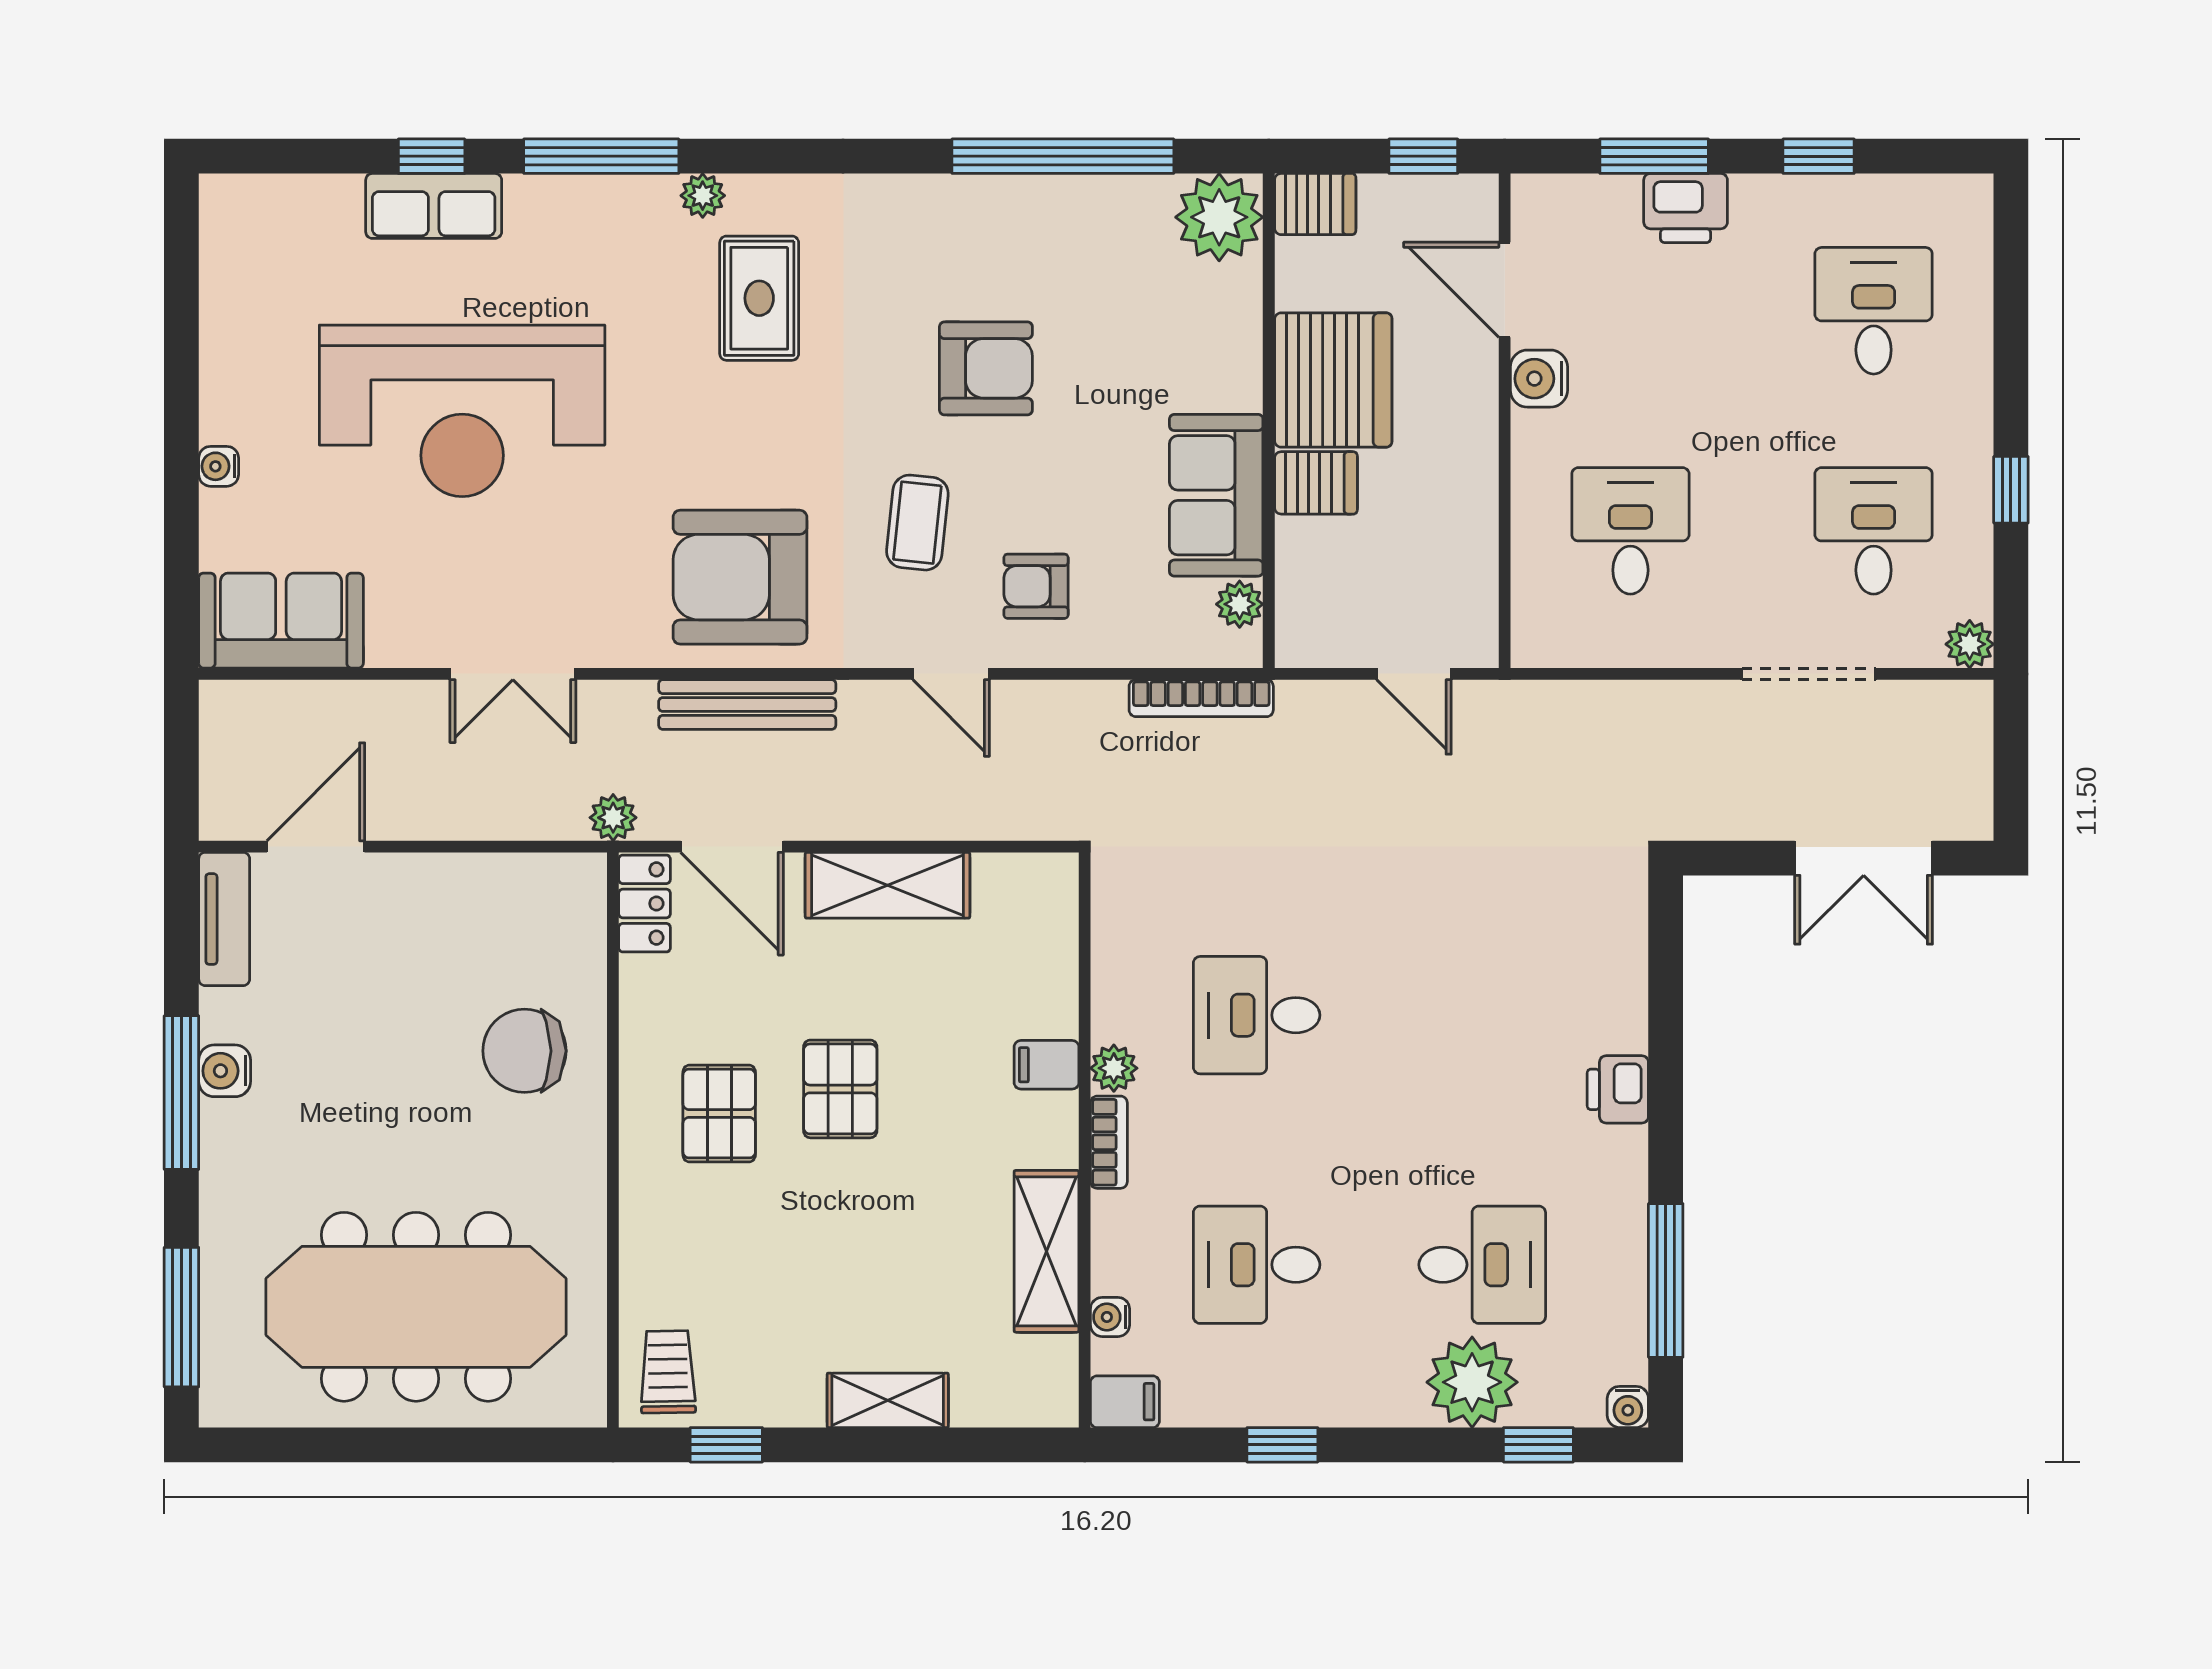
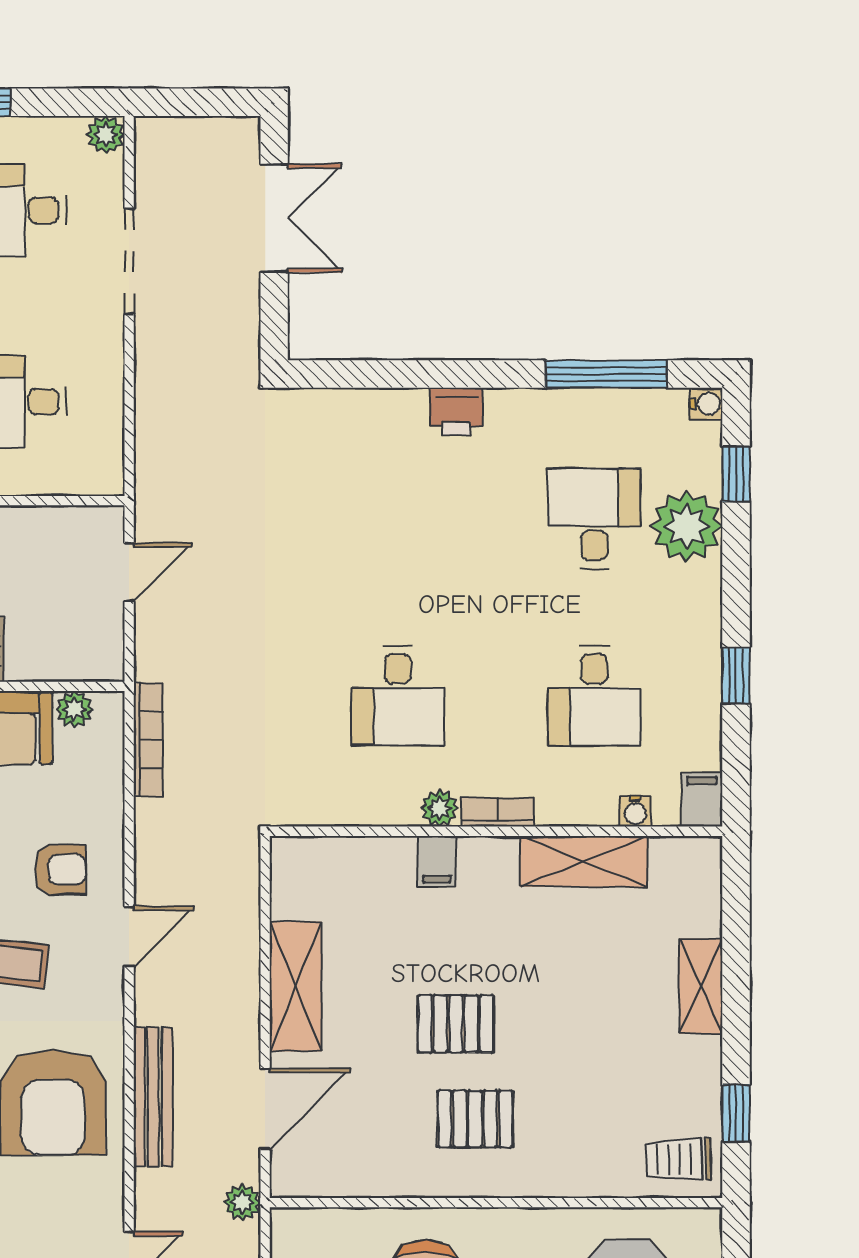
armchair: (1036, 586) -> (60, 870), turned -90
locker: (645, 903) -> (310, 1178), removed

